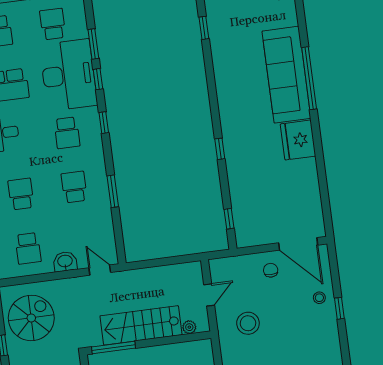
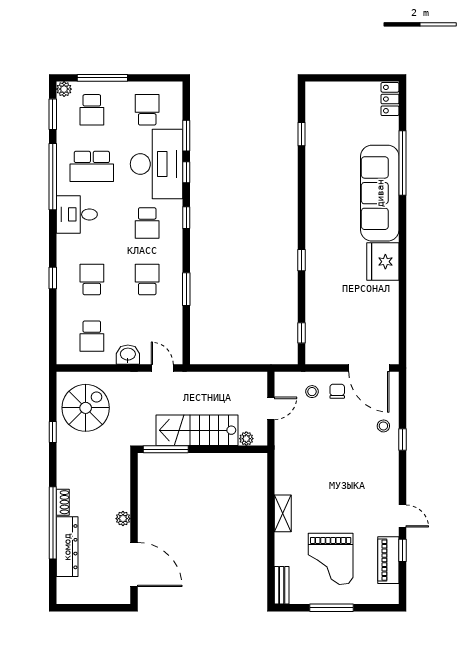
window: (309, 78) -> (402, 163), moved
stool: (248, 323) -> (312, 392), moved, width x0.53, depth x0.53

